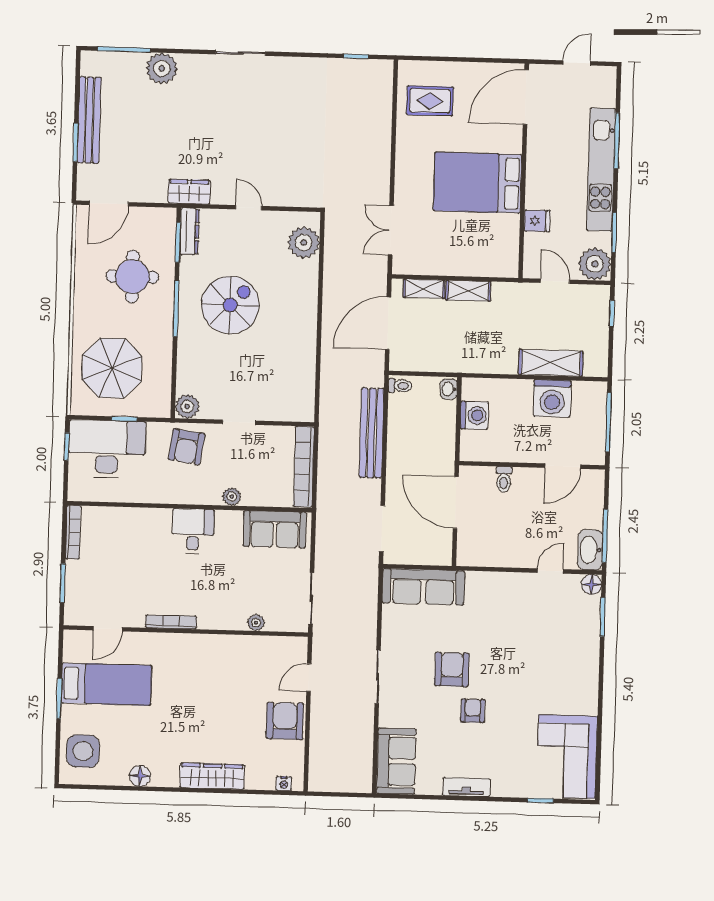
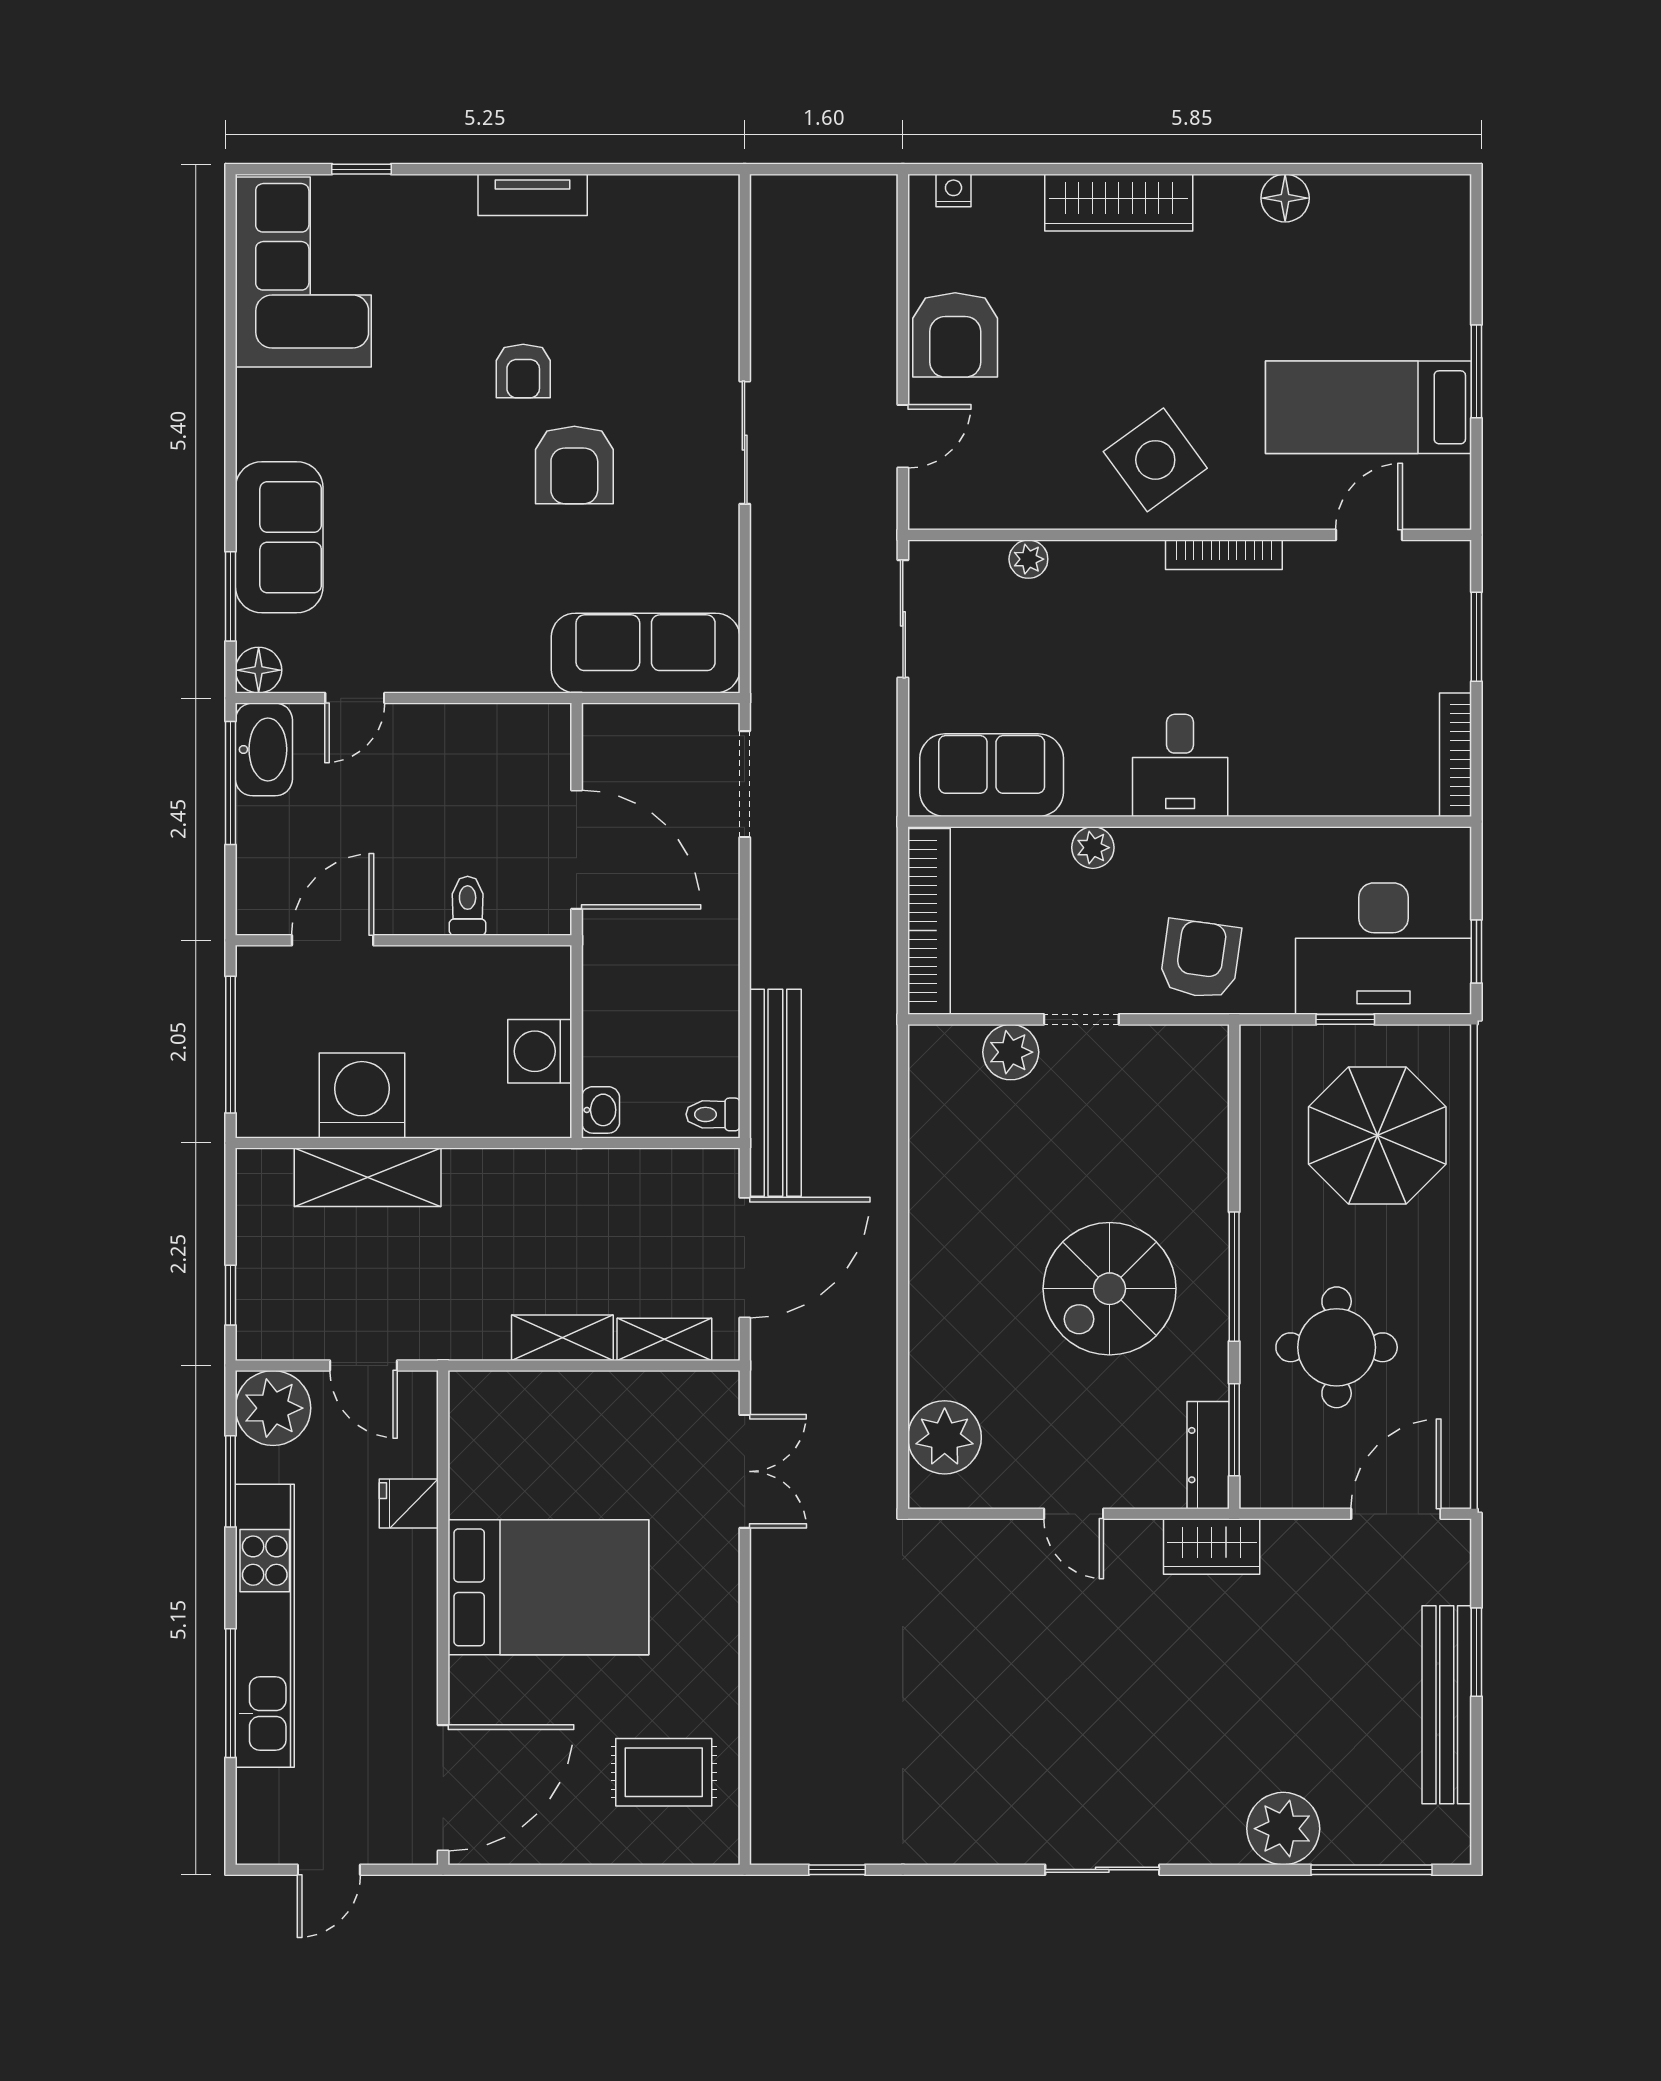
plant: (187, 406) -> (1011, 1052), moved
bench: (372, 433) -> (775, 1093), moved
side table: (83, 751) -> (1155, 460), moved, turned -36
sofa: (396, 761) -> (279, 537), moved, turned 180

